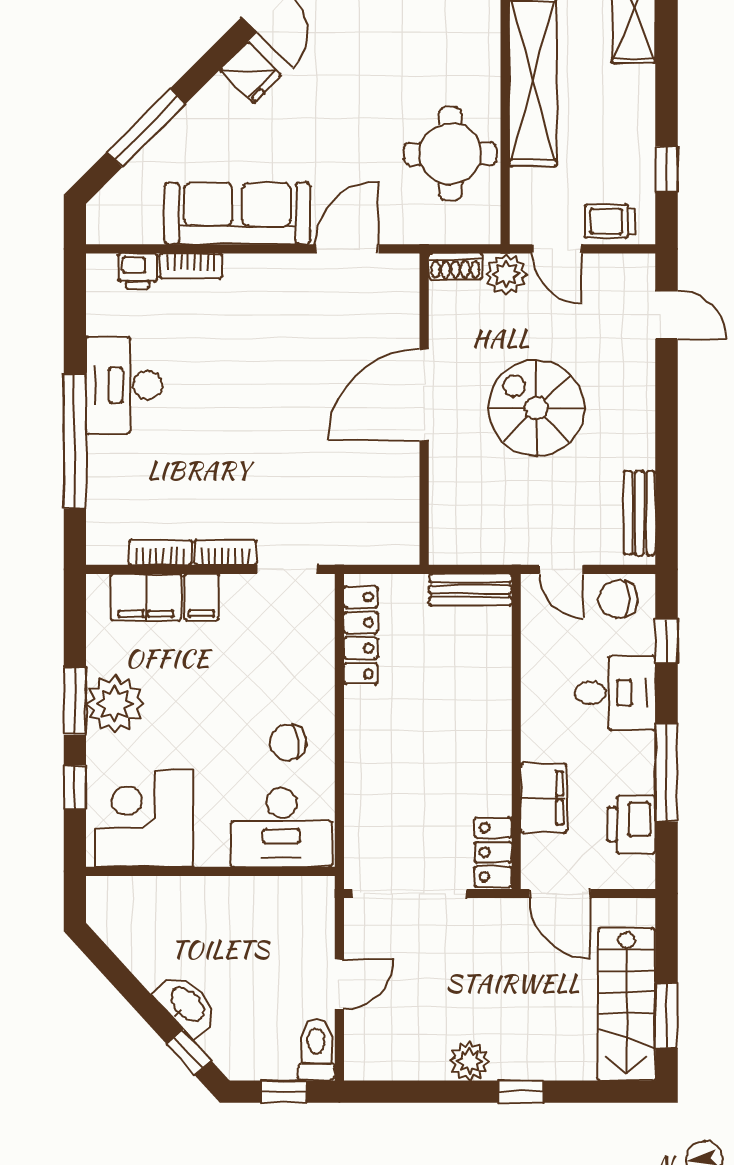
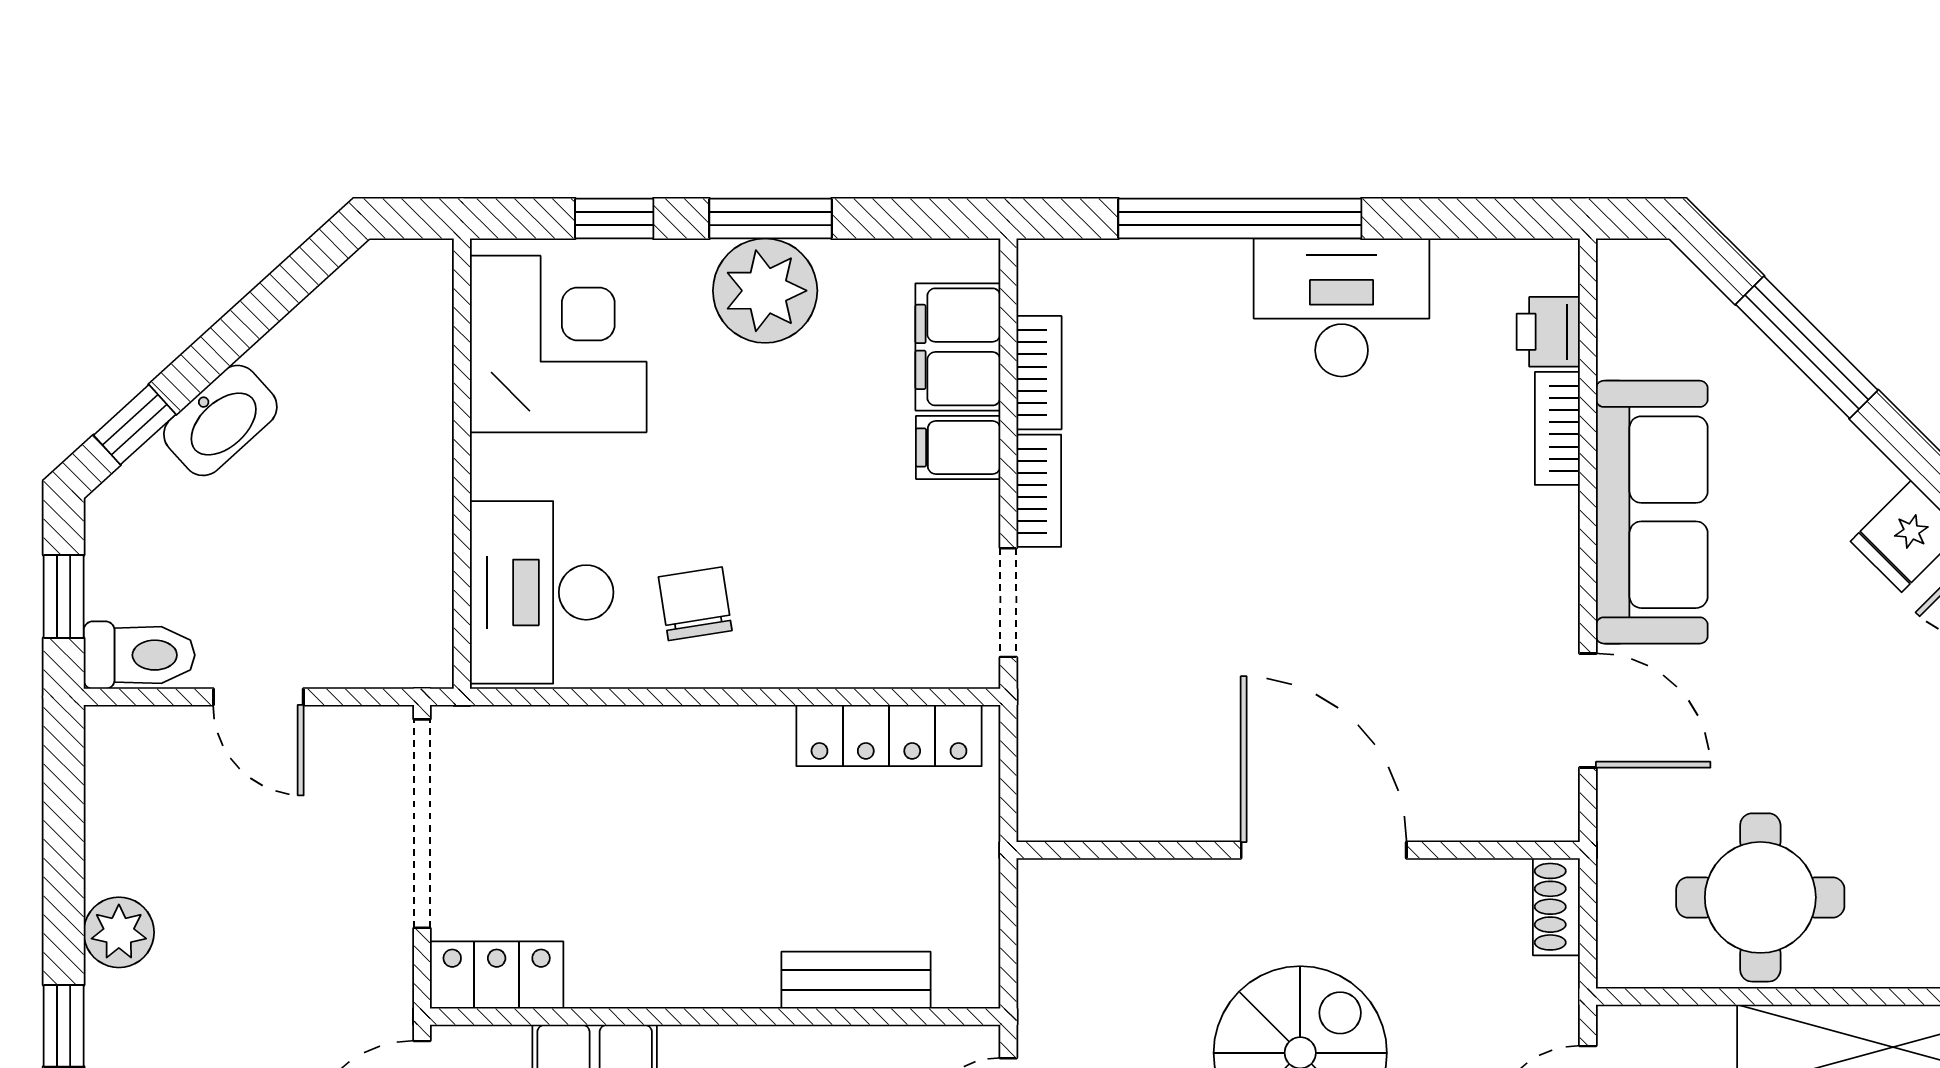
plant: (506, 274) -> (1542, 998), removed
bench: (470, 590) -> (856, 980), moved, turned 90

